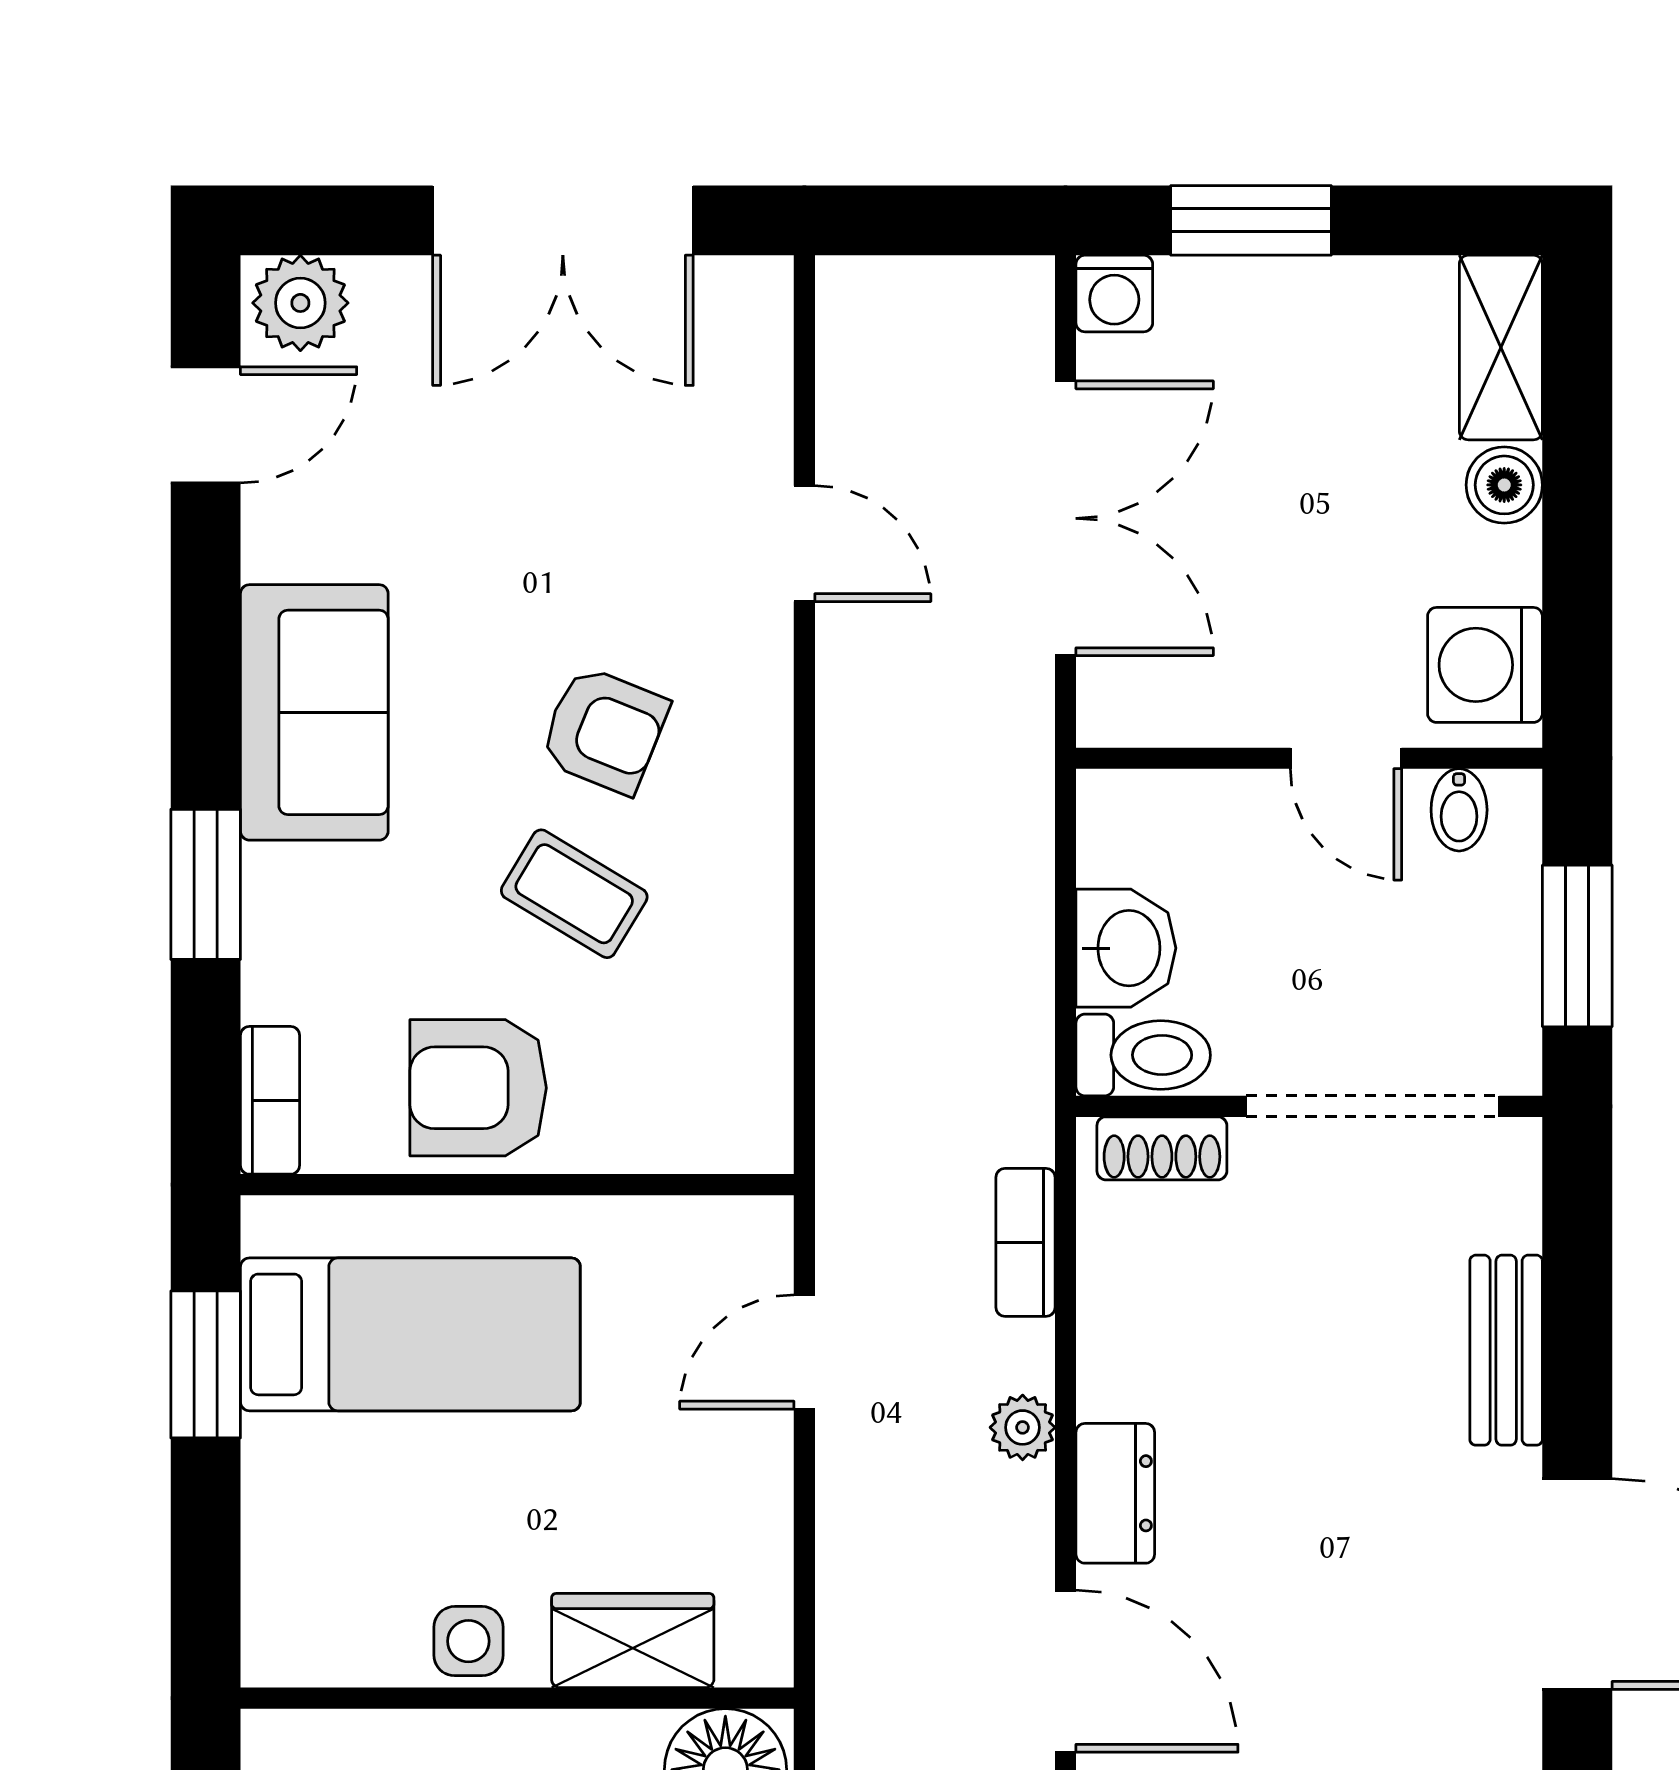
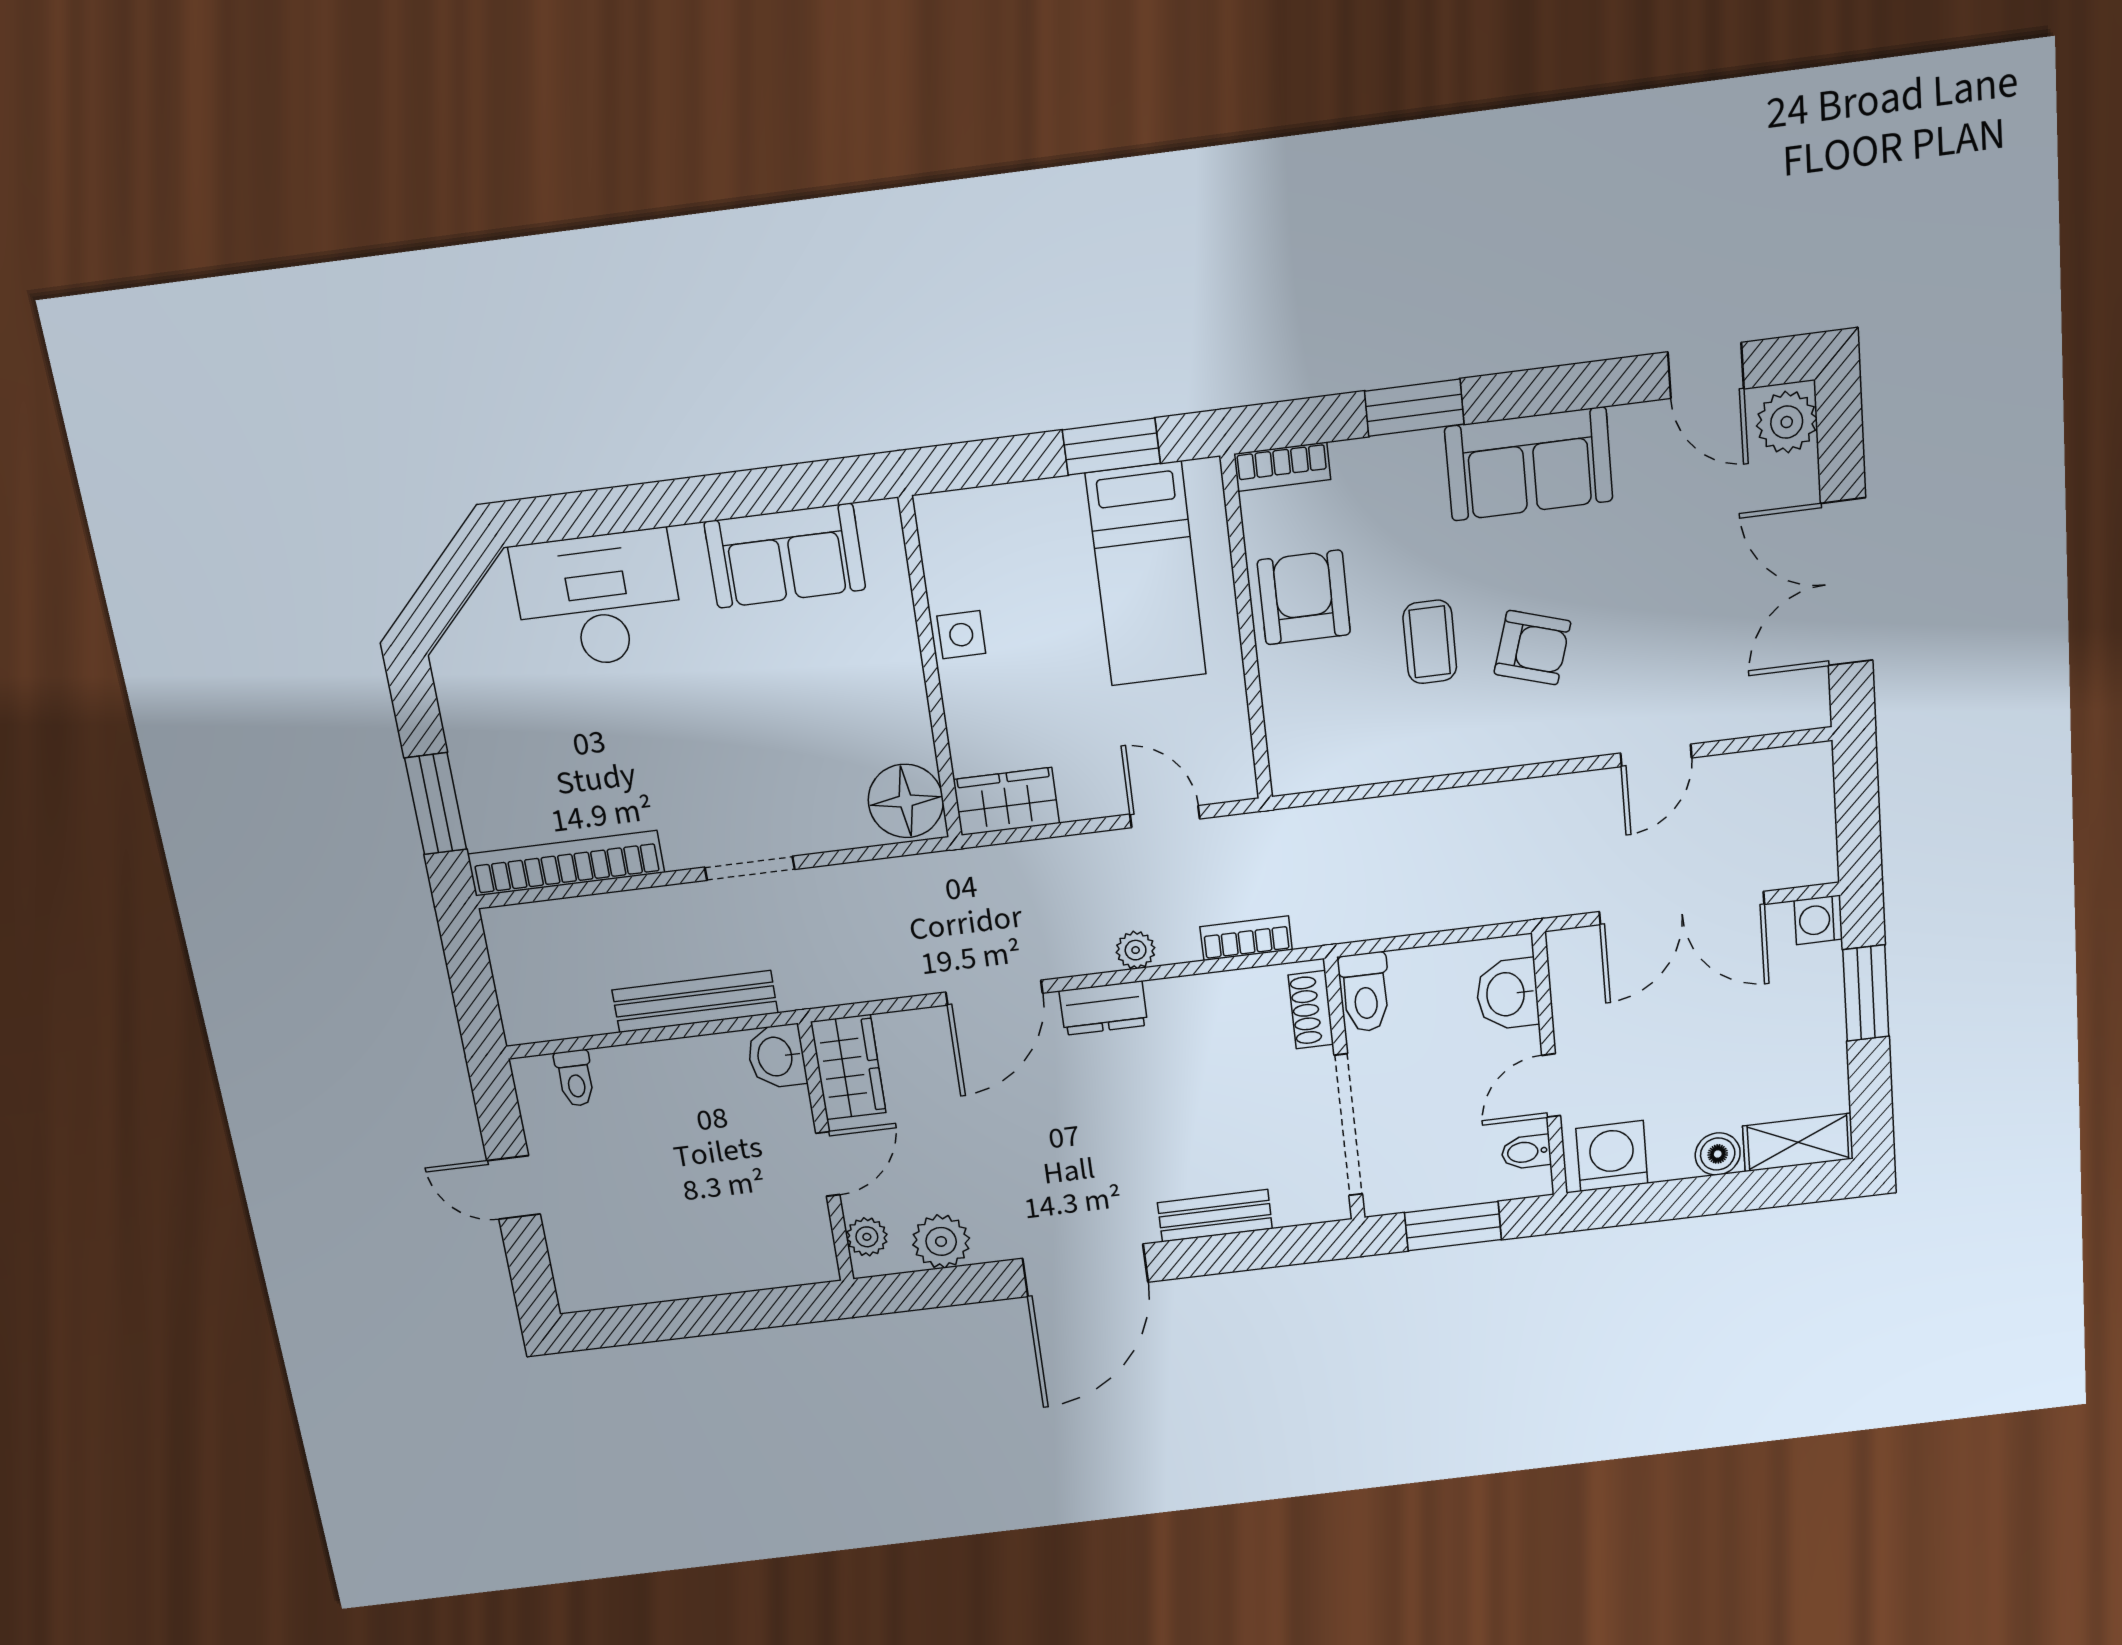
armchair: (604, 730) -> (1532, 648), turned -95
coffee table: (574, 894) -> (1430, 642), turned -31
washbasin: (1126, 948) -> (1507, 994), moved, turned 90
wardrobe: (633, 1641) -> (1006, 801), moved, turned -90

